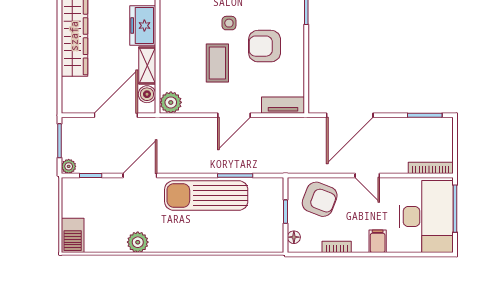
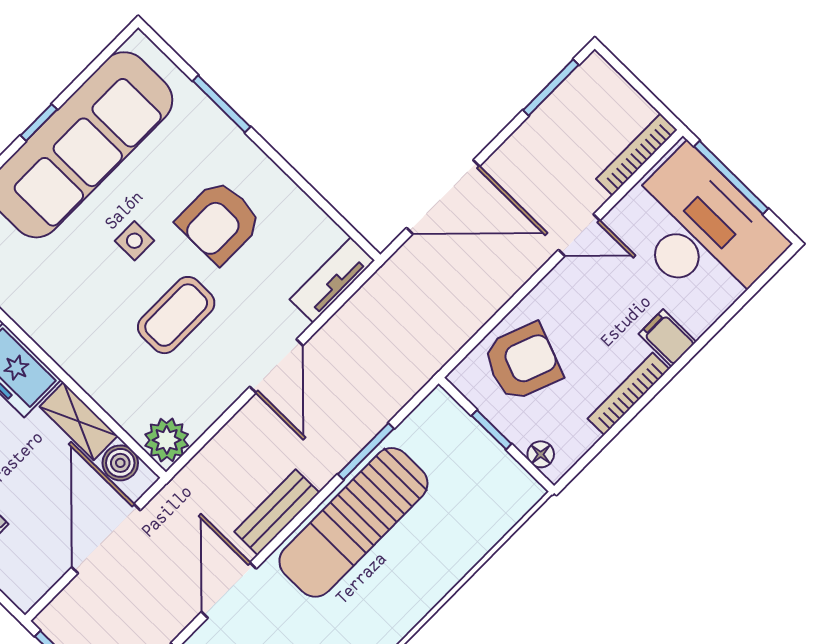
coffee table: (217, 63) -> (176, 315), turned 90
door: (350, 115) -> (443, 197), hinge flipped
bench: (183, 165) -> (277, 512), added
door: (367, 175) -> (579, 235), moved
bookcase: (337, 247) -> (628, 394), width x1.56

